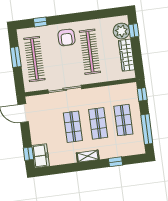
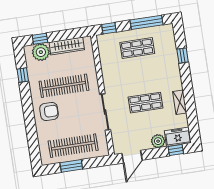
window: (40, 22) -> (23, 75), moved
shop shelf: (98, 123) -> (141, 75), removed
plant: (37, 138) -> (158, 141), added
shelving: (88, 156) -> (180, 102), moved

